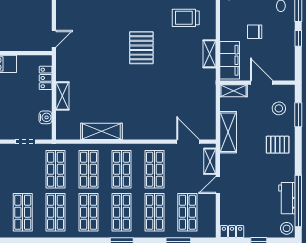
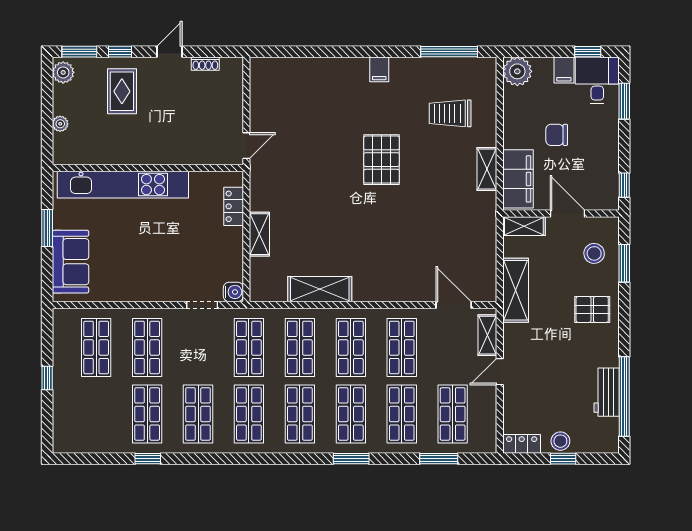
window: (298, 38) -> (624, 185), moved
water cooler: (46, 117) -> (233, 292), moved
stool: (287, 228) -> (560, 441), moved

